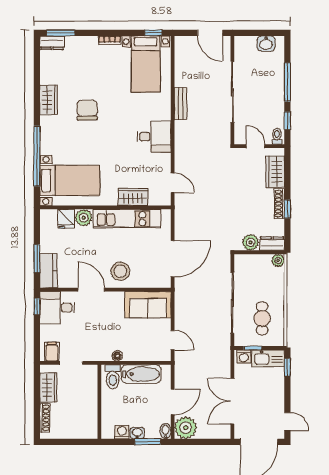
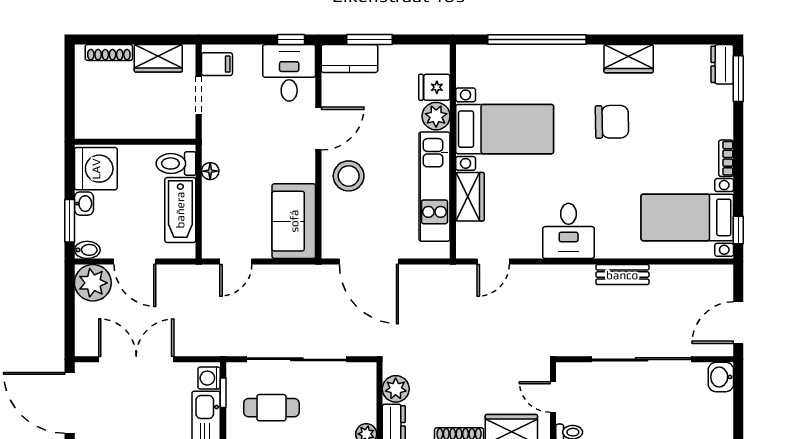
washbasin: (266, 43) -> (721, 377), moved
door: (256, 146) -> (553, 397), swing flipped
bed with nightstands: (70, 180) -> (505, 129), moved, turned -90
washing machine: (122, 432) -> (96, 169), width x1.89, depth x1.89

